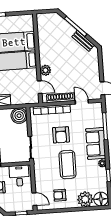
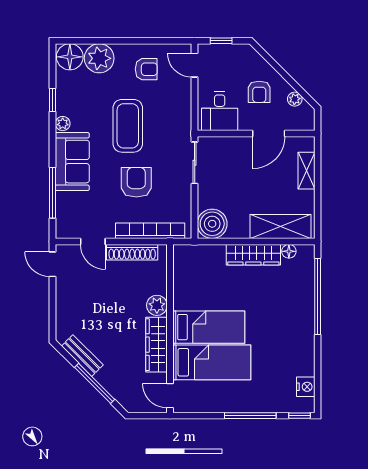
wardrobe: (44, 49) -> (156, 345), added
door: (40, 87) -> (170, 396), moved

